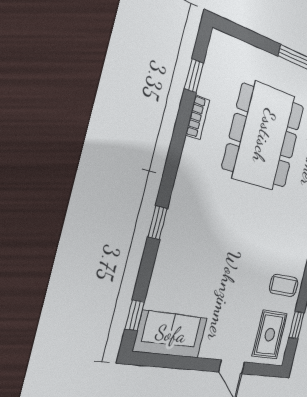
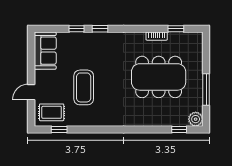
coffee table: (284, 285) -> (84, 87), moved, width x1.86, depth x1.72
window: (135, 315) -> (76, 29), moved

